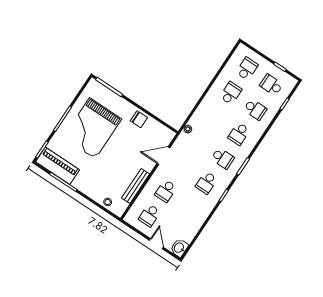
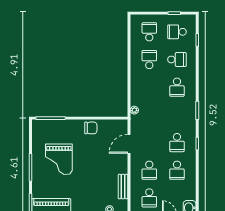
grand piano: (92, 128) -> (59, 159), width x0.73, depth x0.68
school desk: (223, 158) -> (177, 170), moved, turned 90
bench: (136, 186) -> (123, 187), width x0.73

